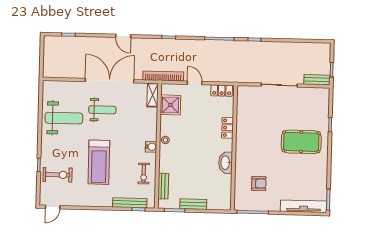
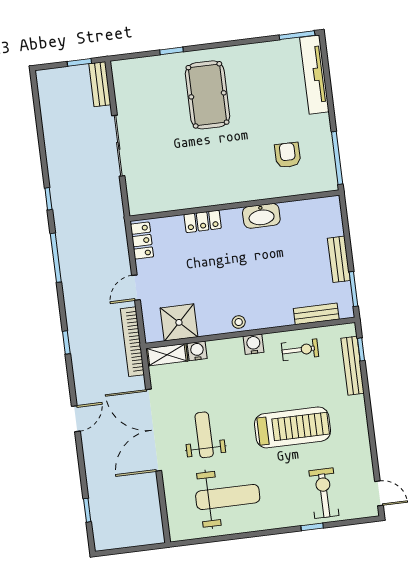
water cooler: (152, 113) -> (197, 351), added
weight bench: (64, 118) -> (228, 497), turned 90

